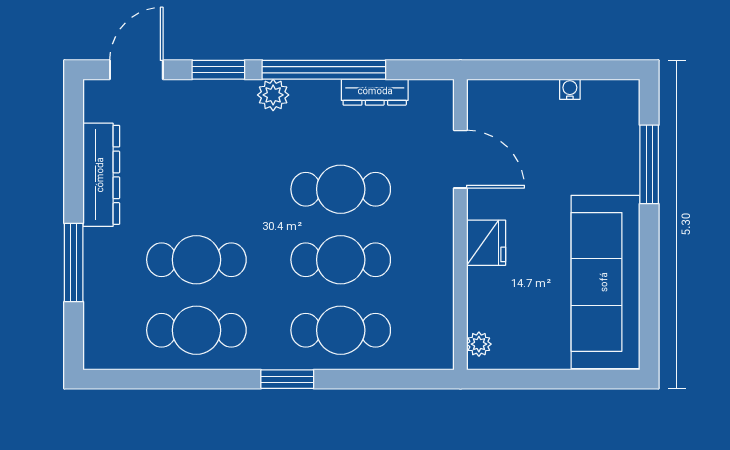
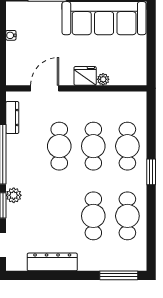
dresser: (375, 92) -> (12, 118), moved
plant: (273, 95) -> (14, 195), moved
window: (74, 262) -> (119, 275), moved
plant: (479, 344) -> (103, 79), moved

